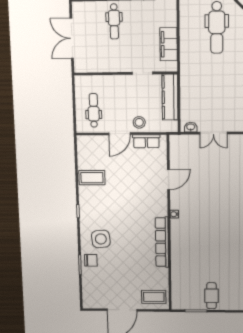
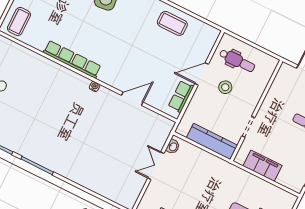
stool: (139, 122) -> (225, 87), moved
door: (119, 134) -> (202, 74), hinge flipped
coffee table: (92, 178) -> (172, 23), turned 90
door: (169, 179) -> (132, 99), swing flipped

